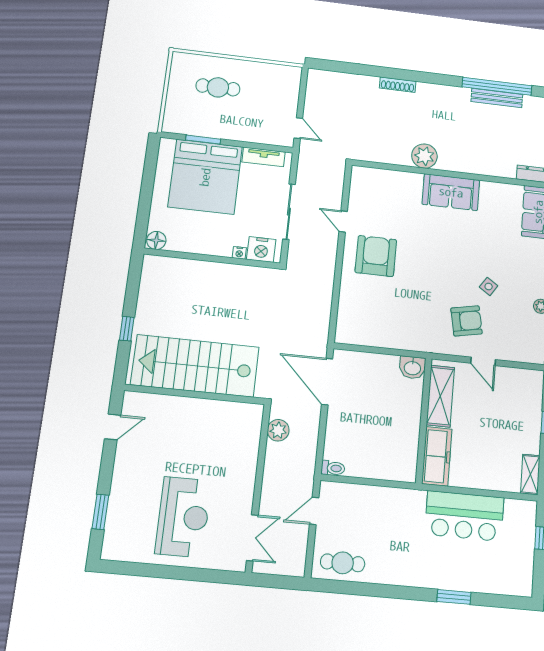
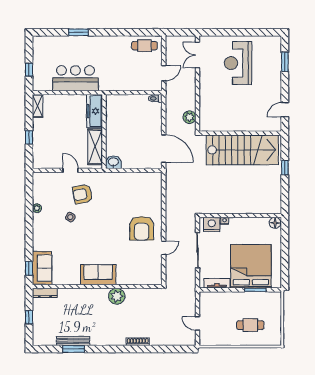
window: (497, 86) -> (74, 349), width x0.47
door: (298, 128) -> (198, 324), moved
door: (343, 221) -> (164, 248), hinge flipped

